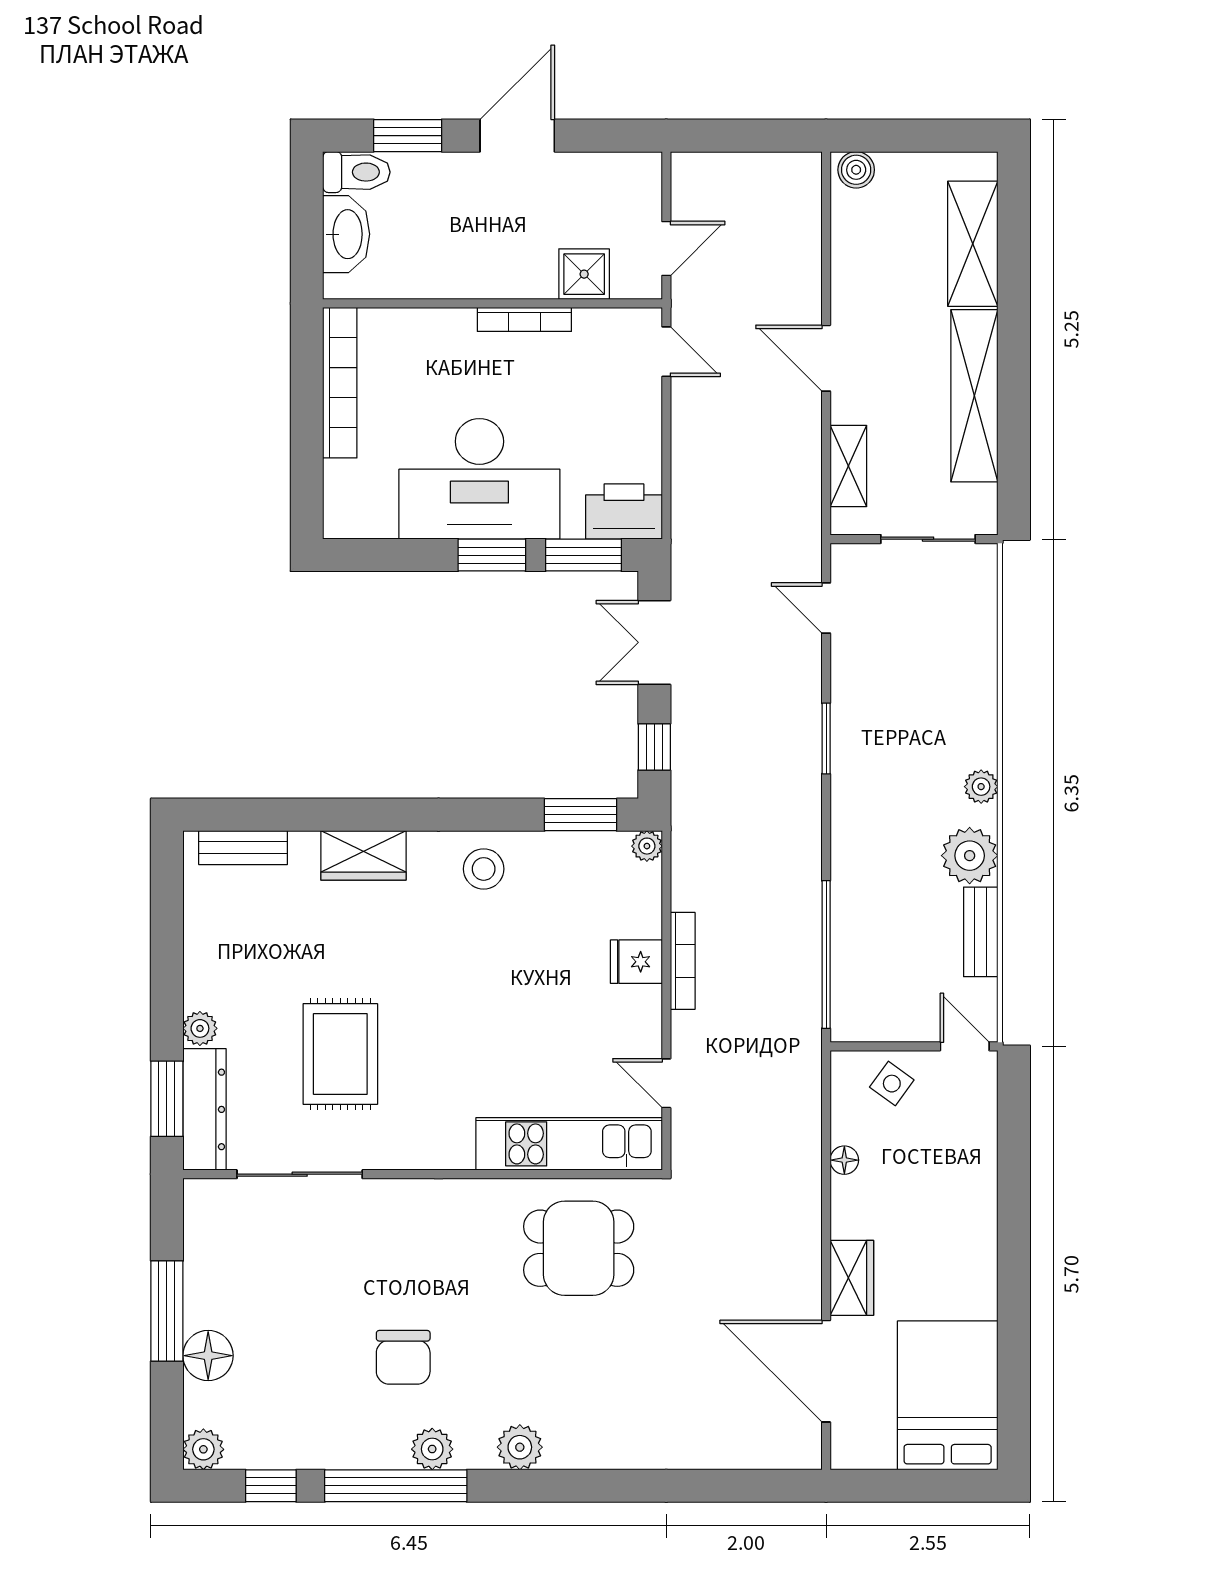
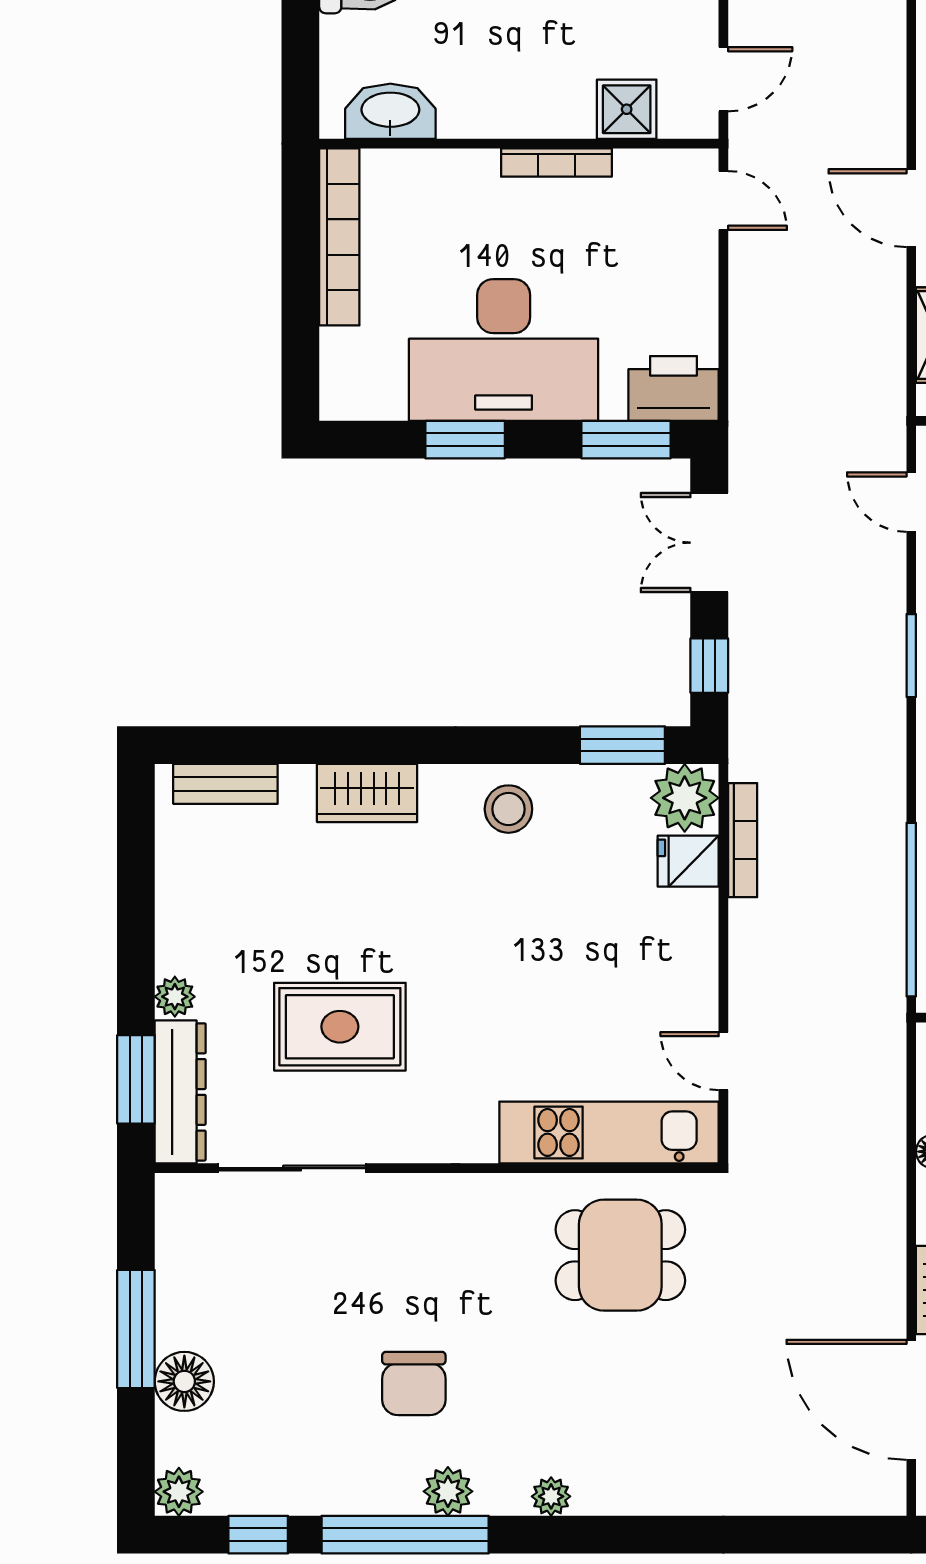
washbasin: (346, 234) -> (390, 111), moved, turned -90
window: (492, 555) -> (465, 440), moved
plant: (647, 846) -> (685, 798), width x1.88, depth x1.88
bookcase: (683, 961) -> (743, 840), moved
fridge: (636, 962) -> (688, 861), moved
rug: (340, 1054) -> (340, 1027), turned 90
plant: (520, 1447) -> (551, 1496), width x0.73, depth x0.73

